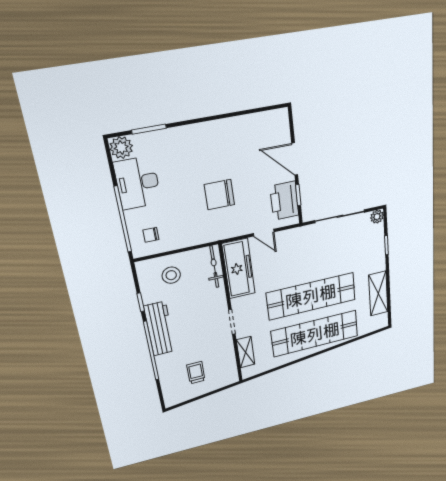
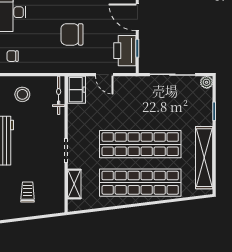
freezer: (239, 269) -> (76, 90), width x0.52, depth x0.79
shelving: (378, 294) -> (204, 158), width x1.47

